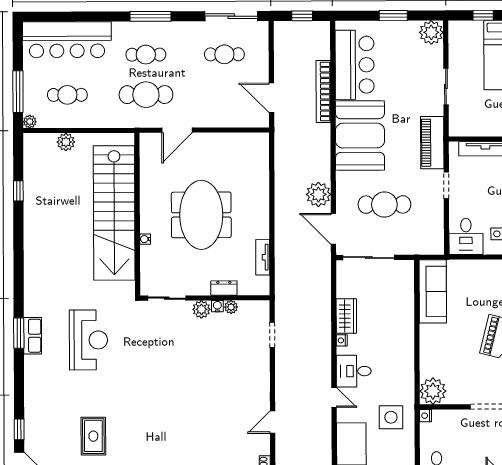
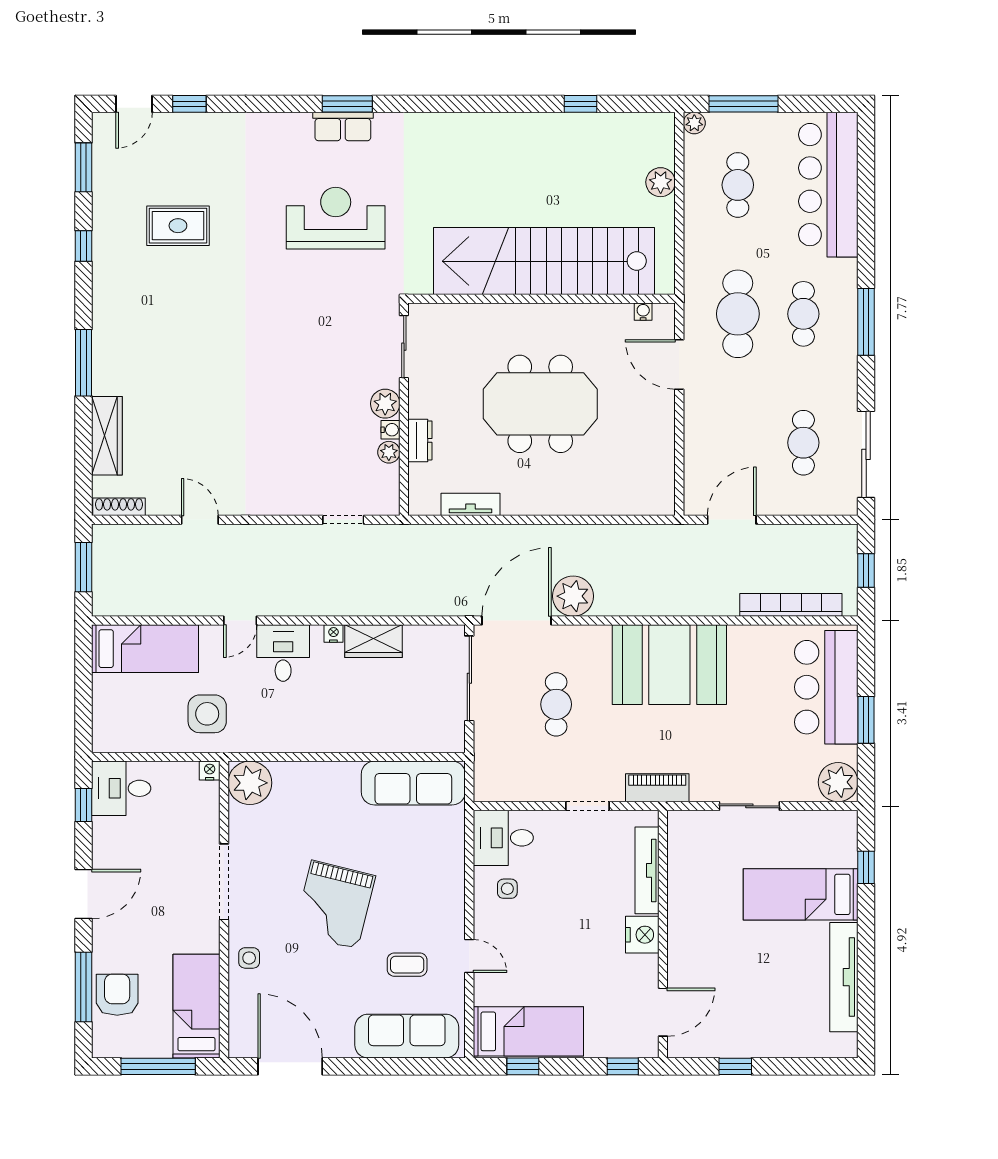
bar counter: (355, 65) -> (826, 687), moved, turned 90
bookcase: (323, 91) -> (791, 605), moved
piano: (432, 143) -> (657, 788), width x0.73, depth x0.75
cafe table: (384, 205) -> (556, 704), width x0.73, depth x0.74
door: (333, 229) -> (517, 621), width x1.36
water cooler: (145, 239) -> (643, 312), moved
reception desk: (88, 340) -> (336, 218), turned 180

